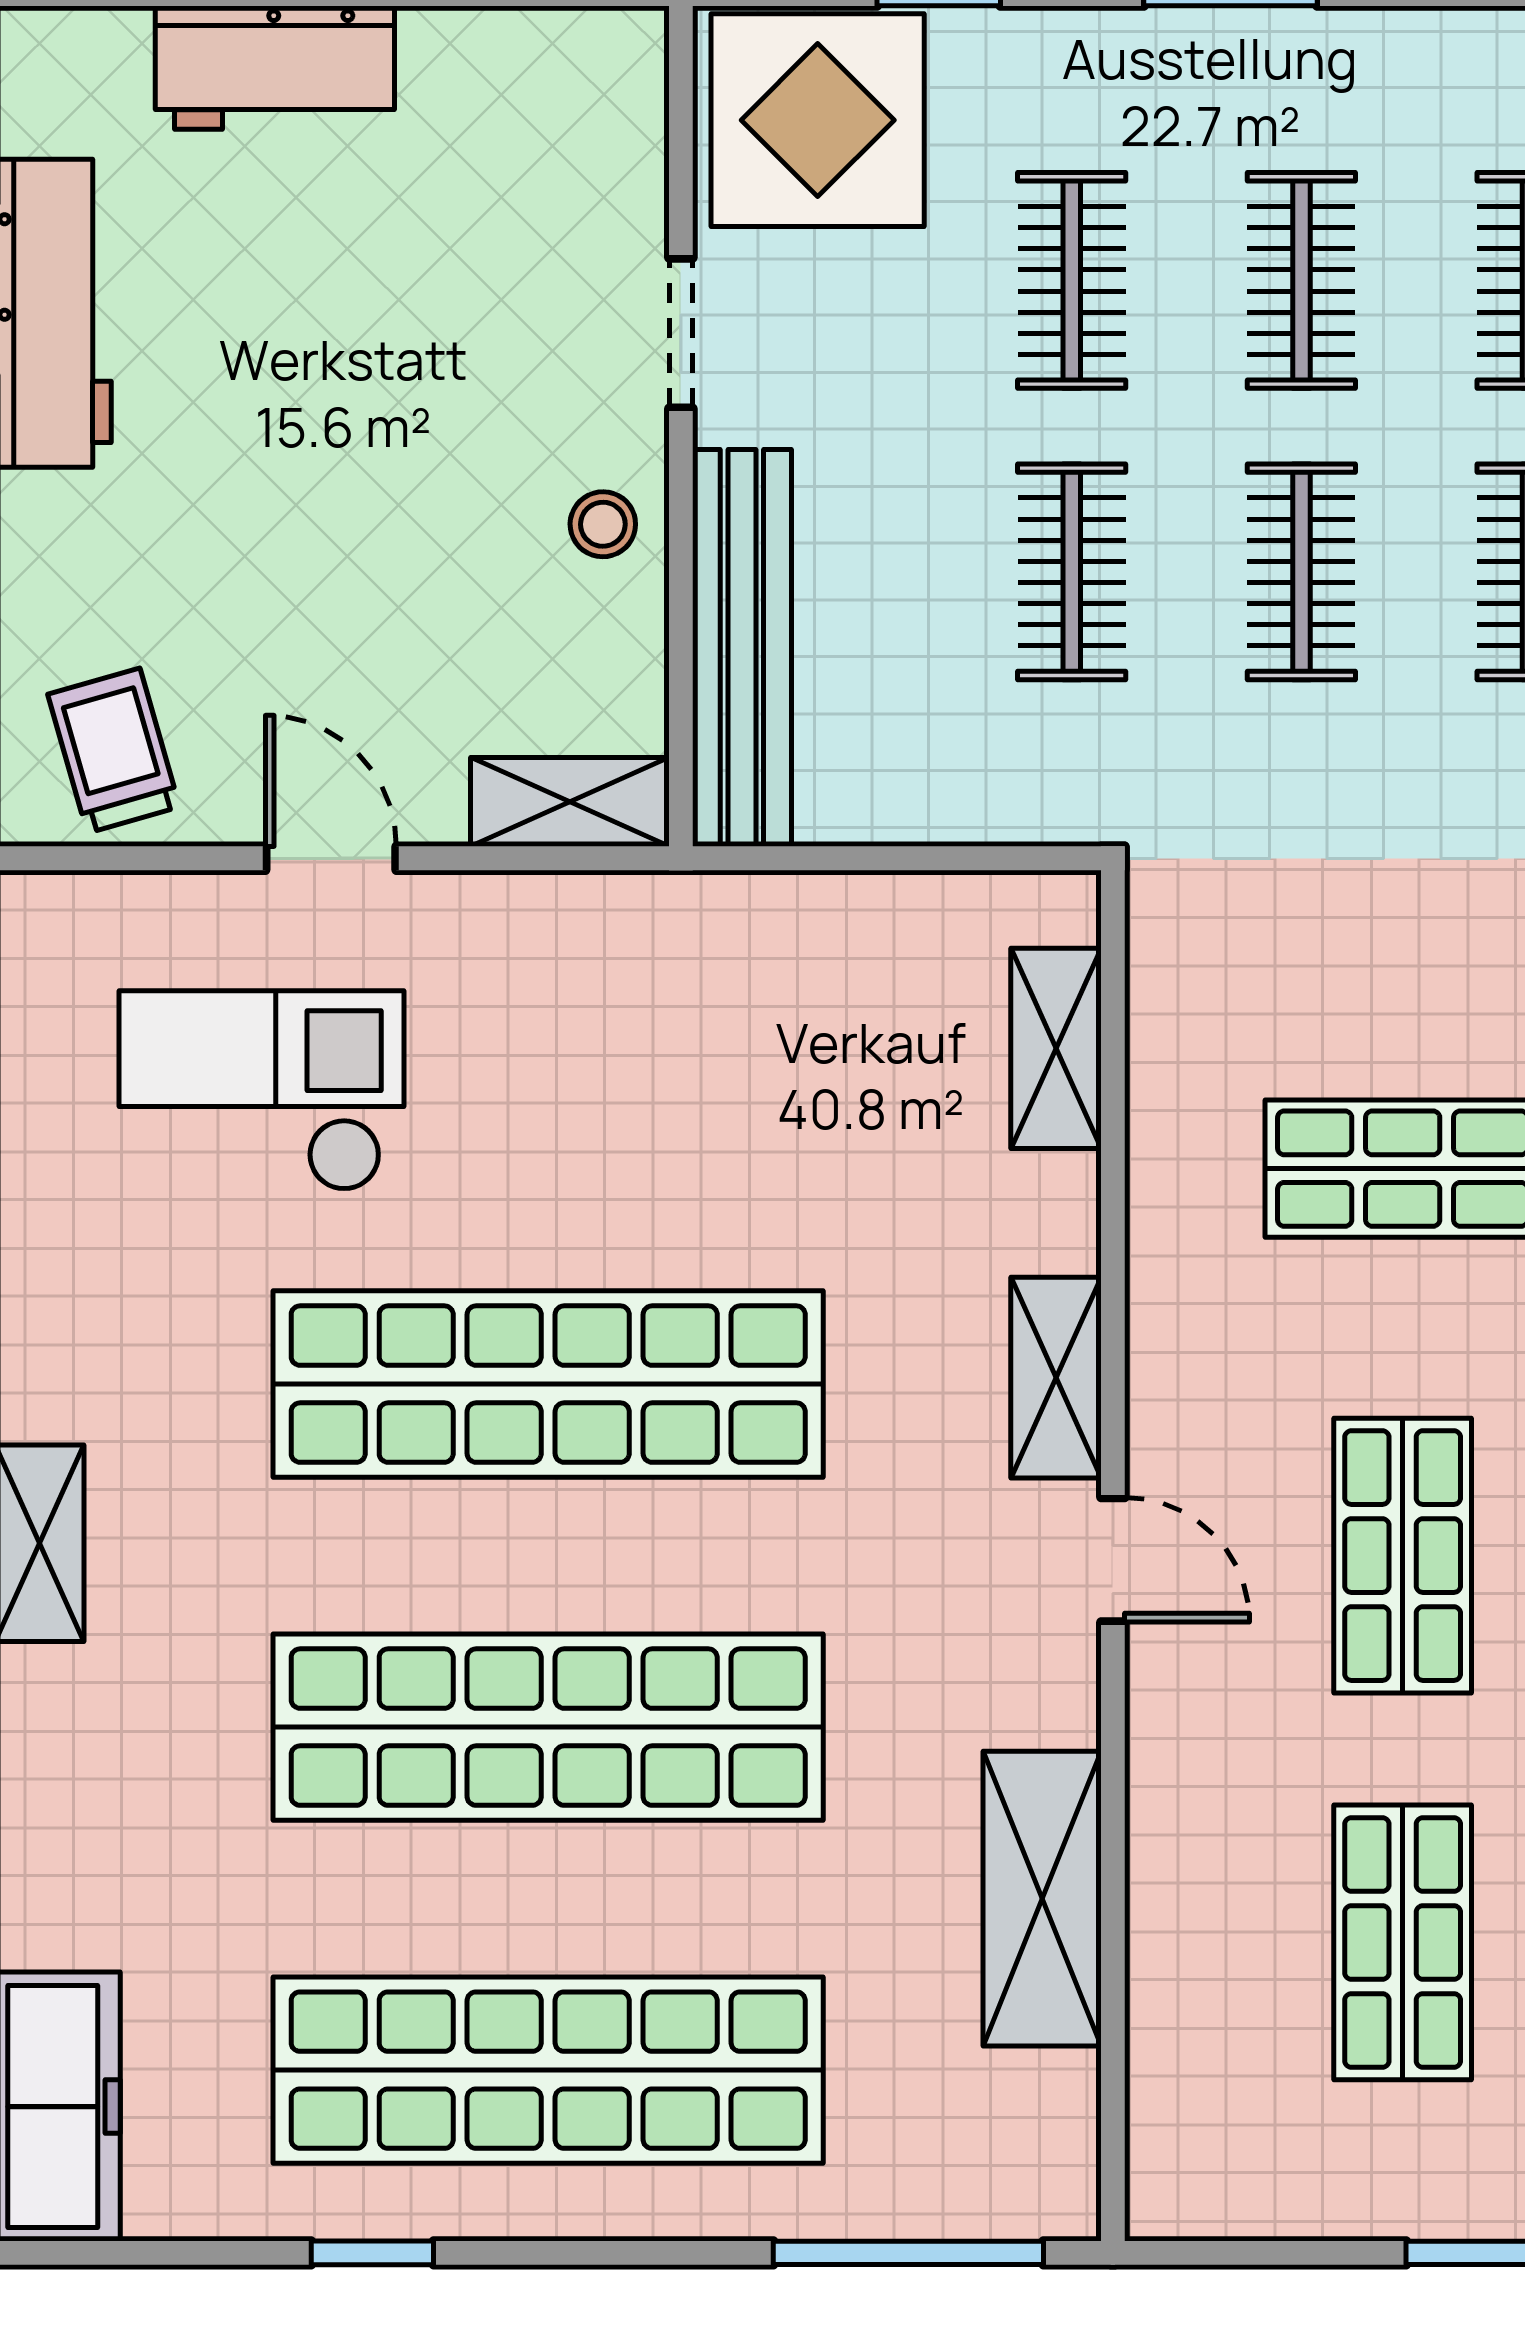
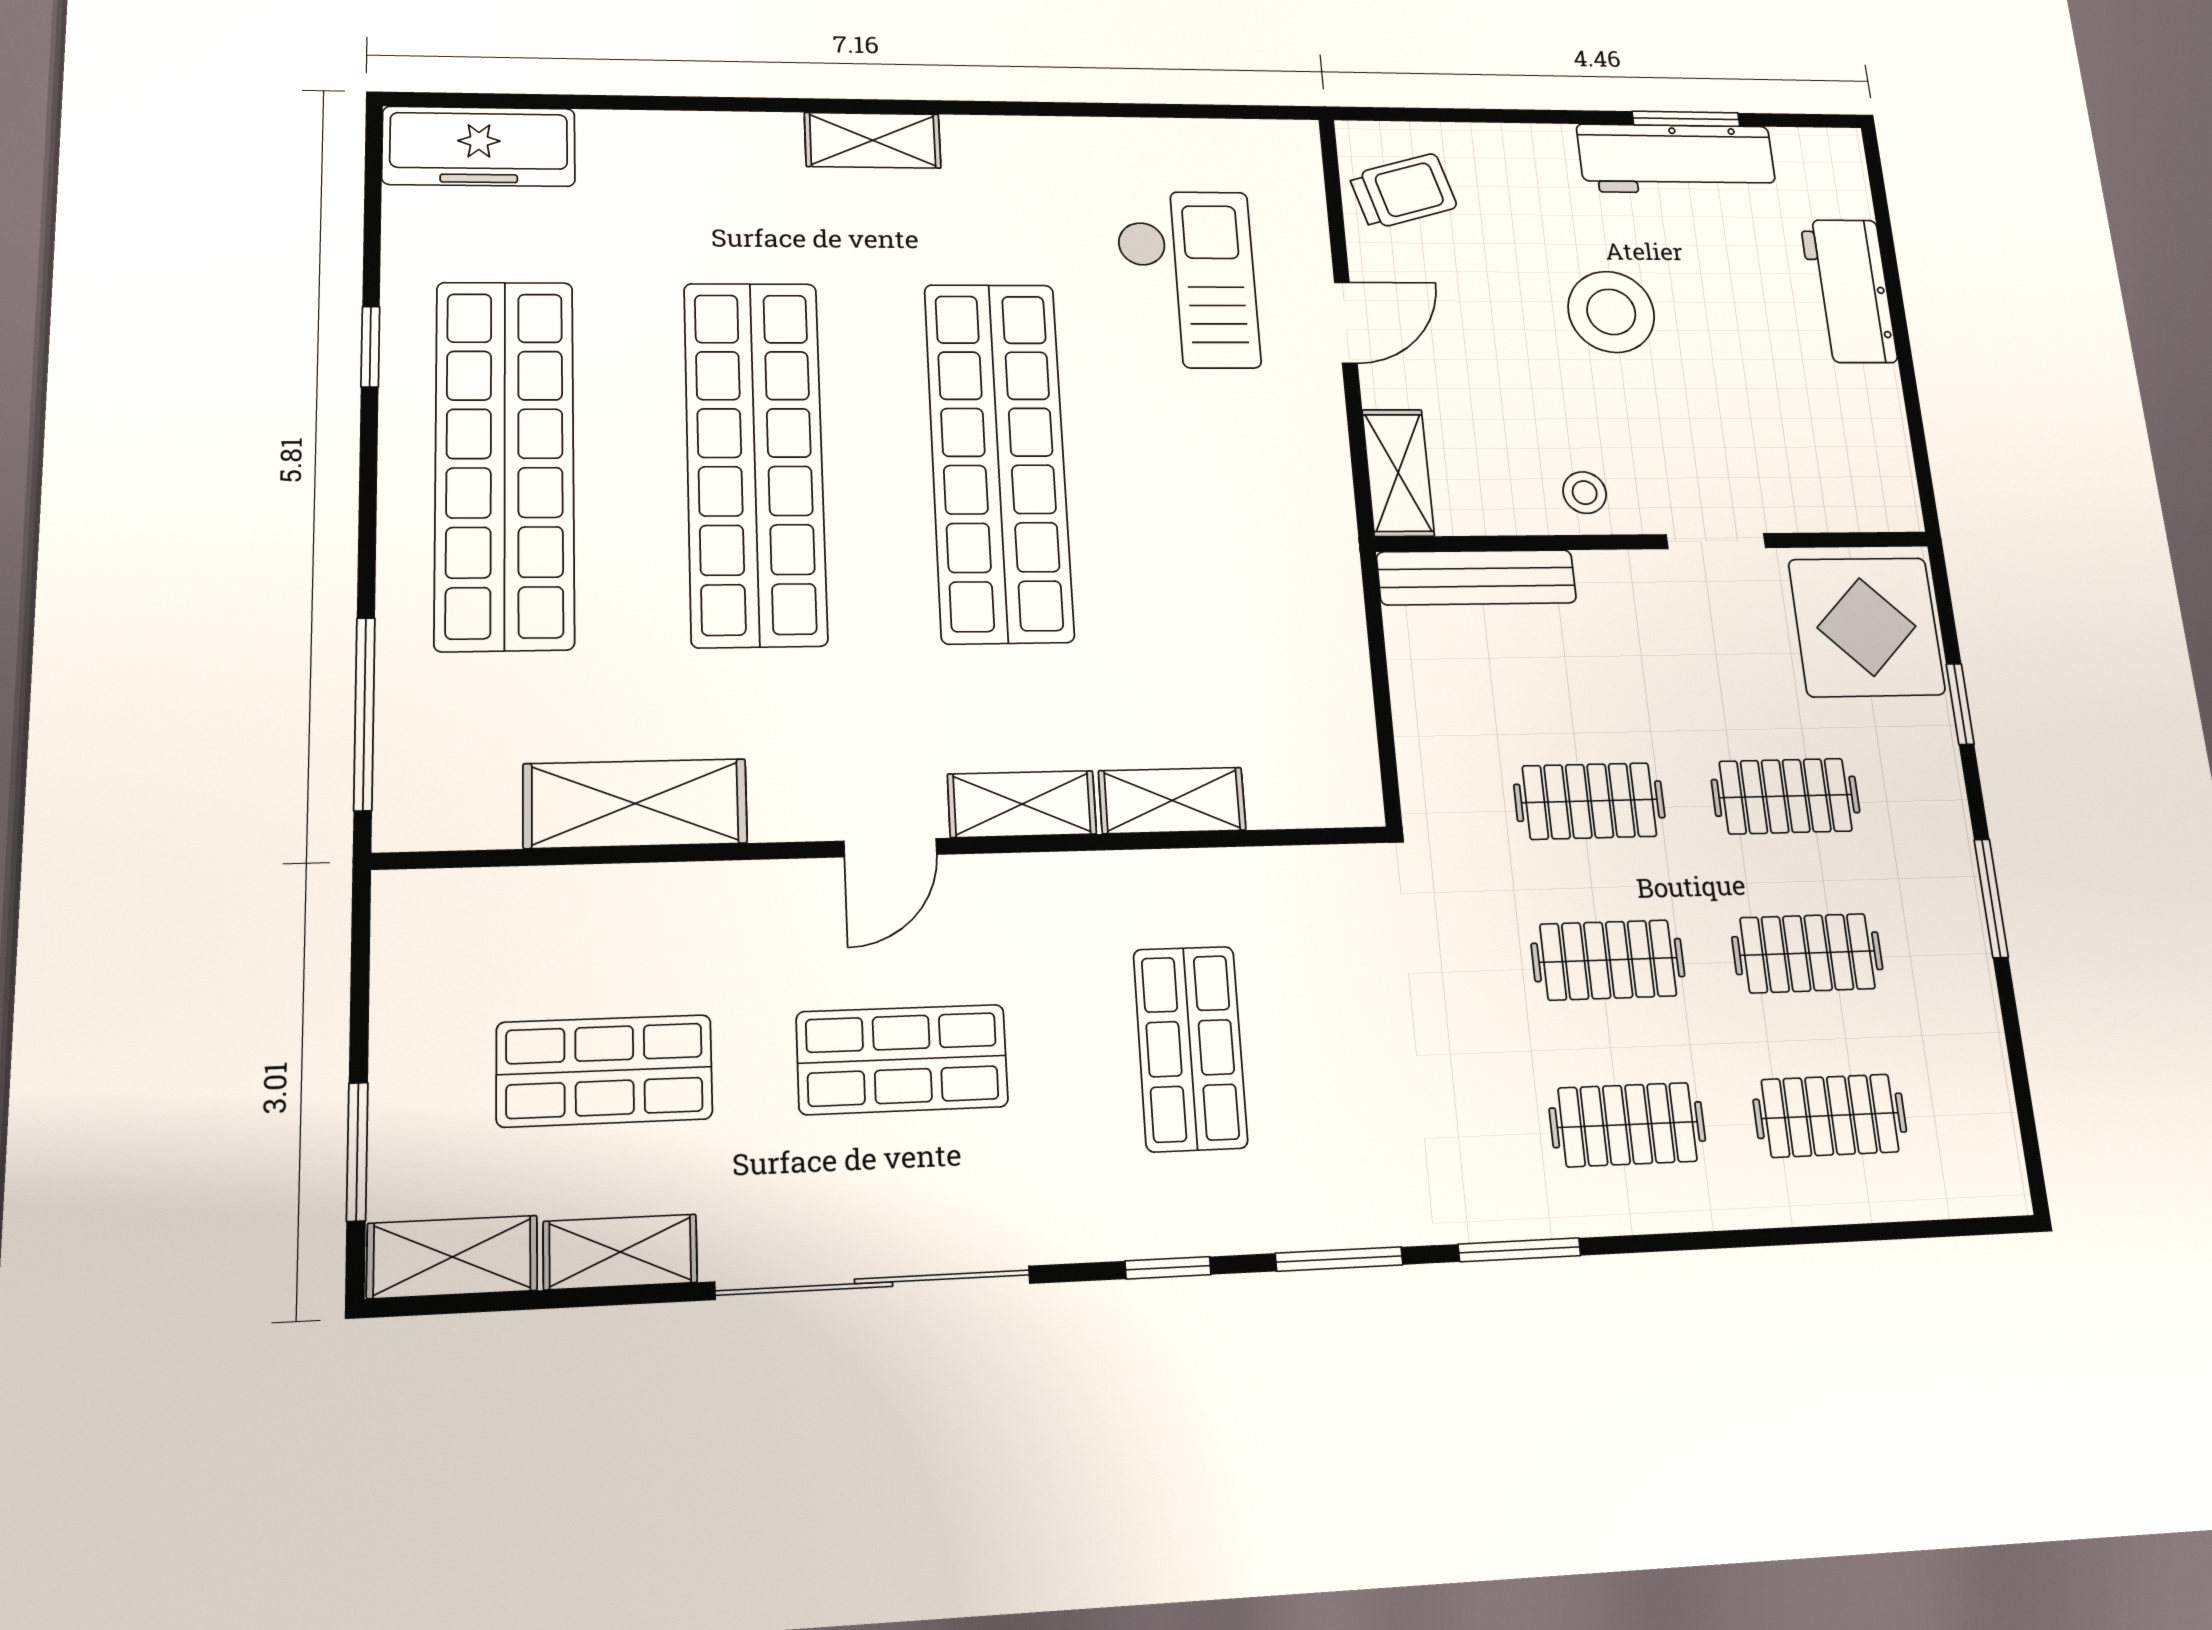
stool: (312, 449) -> (1611, 312), added
bench: (742, 648) -> (1477, 577), width x0.73, depth x0.82
shelving: (1056, 1048) -> (1172, 800), moved

